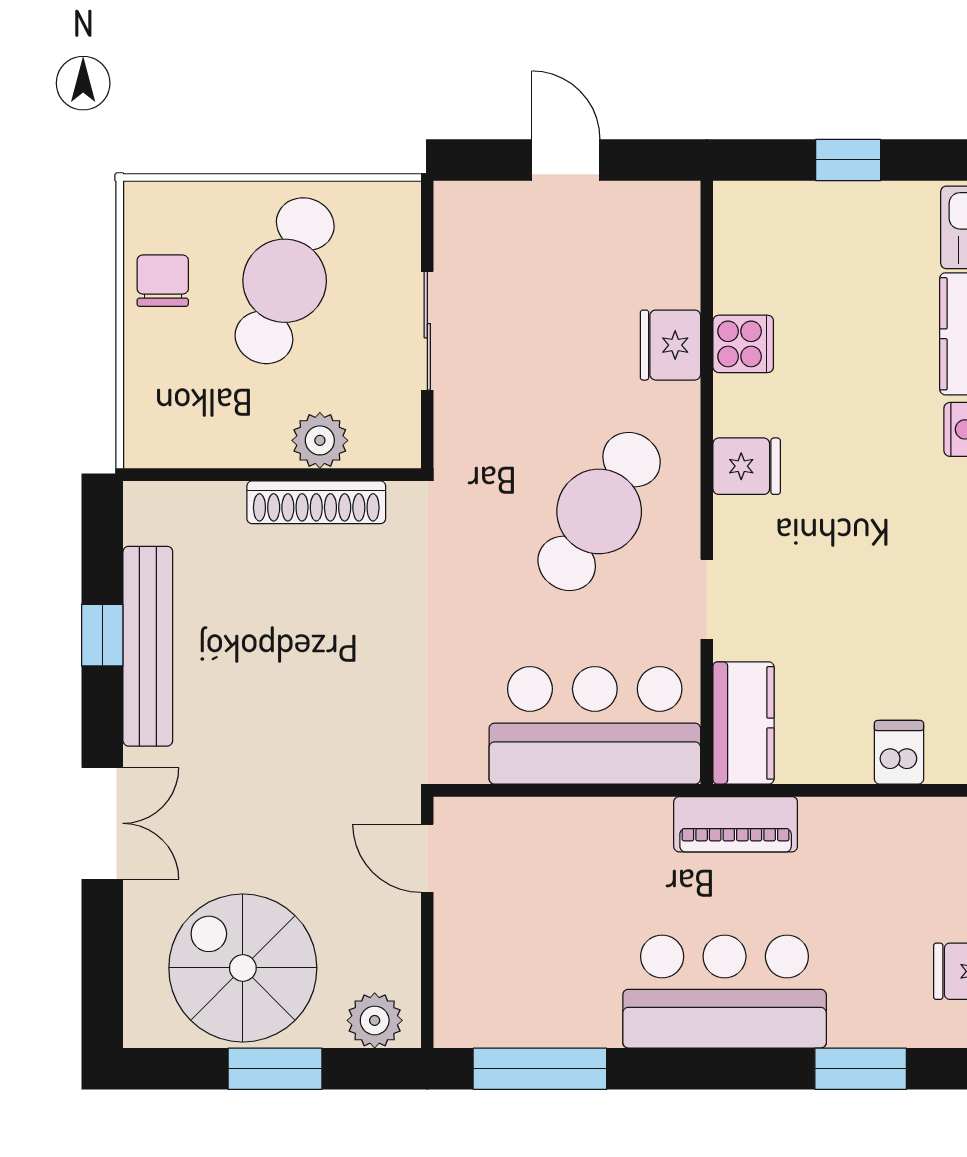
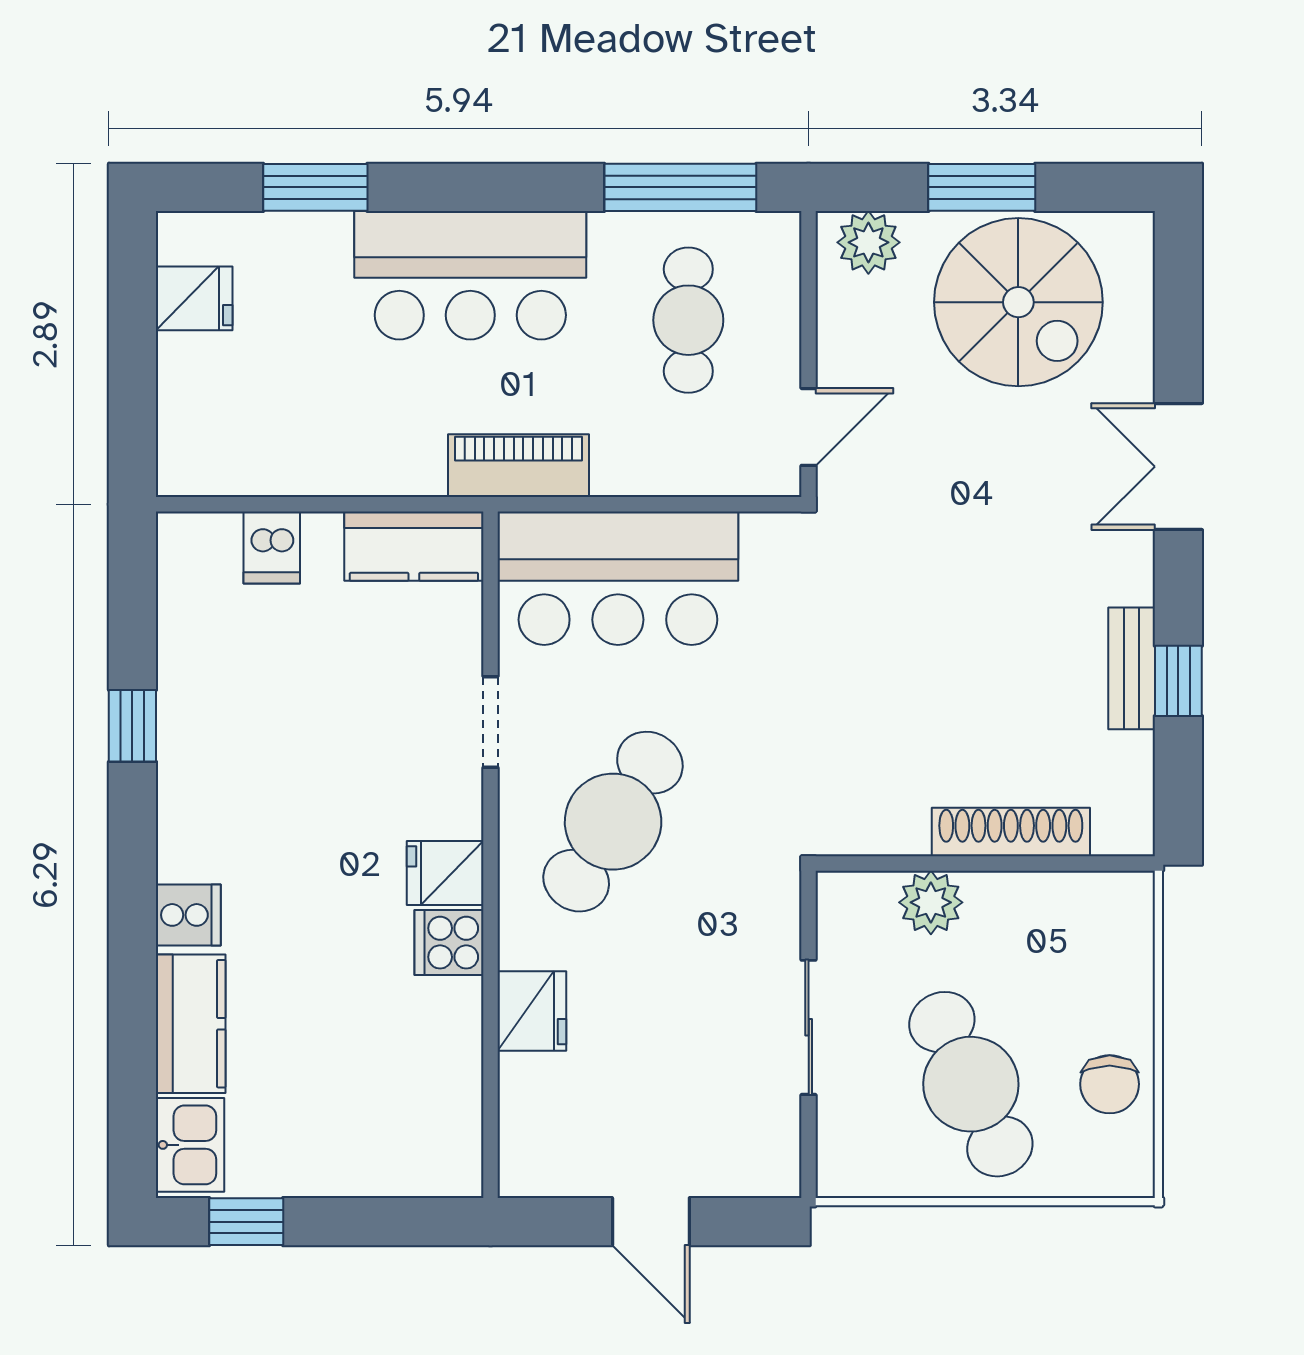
window: (848, 160) -> (246, 1222), moved
cafe table: (285, 281) -> (971, 1084), turned -45
cooker: (743, 344) -> (449, 943), moved
shoe rack: (316, 502) -> (1011, 832), moved
bench: (148, 646) -> (1132, 668), width x0.54, depth x0.82
kitchen counter: (744, 723) -> (414, 546), moved, turned -90
piano: (736, 824) -> (519, 466), moved
door: (427, 858) -> (809, 427), hinge flipped
cafe table: (533, 952) -> (688, 320), added

